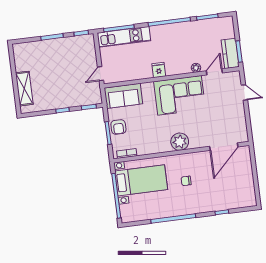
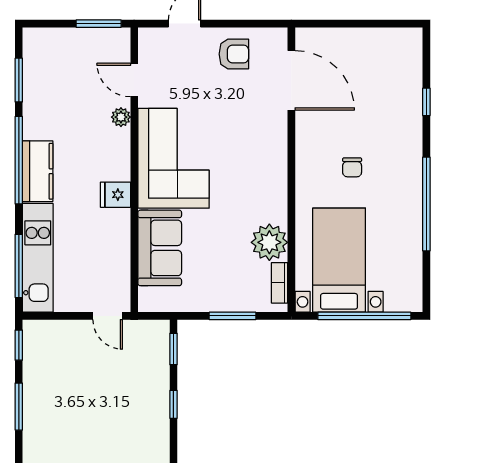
kitchen counter: (230, 53) -> (38, 171), moved, turned -90
sofa: (123, 96) -> (160, 248), moved
armchair: (118, 127) -> (234, 54), moved
plant: (180, 142) -> (269, 242), moved

